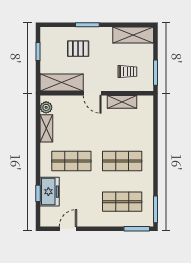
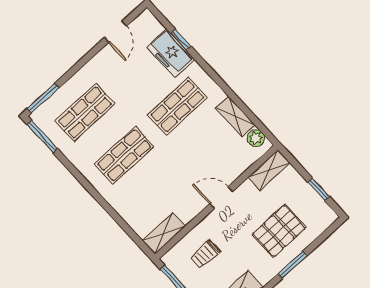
pallet: (78, 49) -> (279, 231), width x1.50, depth x1.42
shelving: (62, 83) -> (269, 170), width x0.67, depth x0.75
shelving: (122, 102) -> (164, 233), moved

